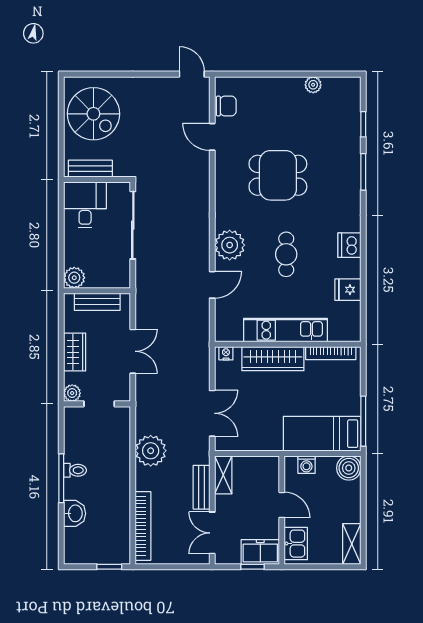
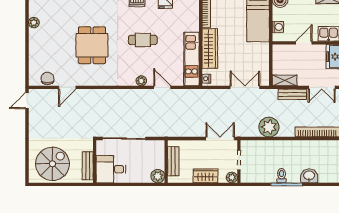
plant: (230, 245) -> (141, 81), width x0.53, depth x0.53
kitchen unit: (285, 330) -> (191, 59), moved
double door: (133, 351) -> (220, 139), moved

